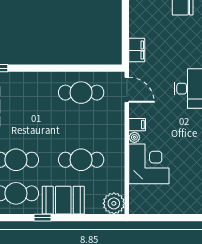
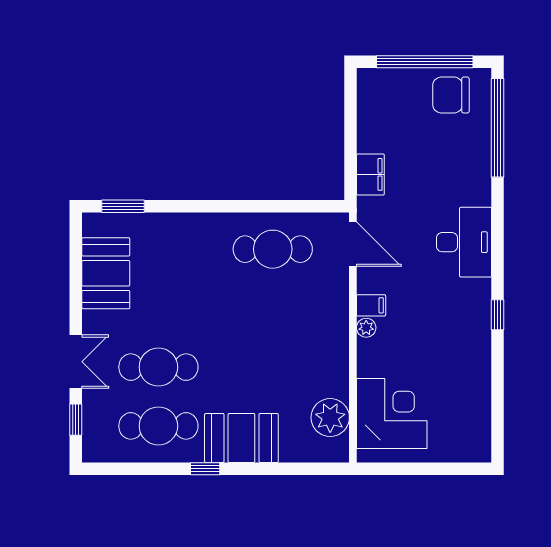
cafe table: (81, 160) -> (273, 367), removed
corner desk: (149, 164) -> (392, 414), moved
plant: (114, 203) -> (330, 418), moved

